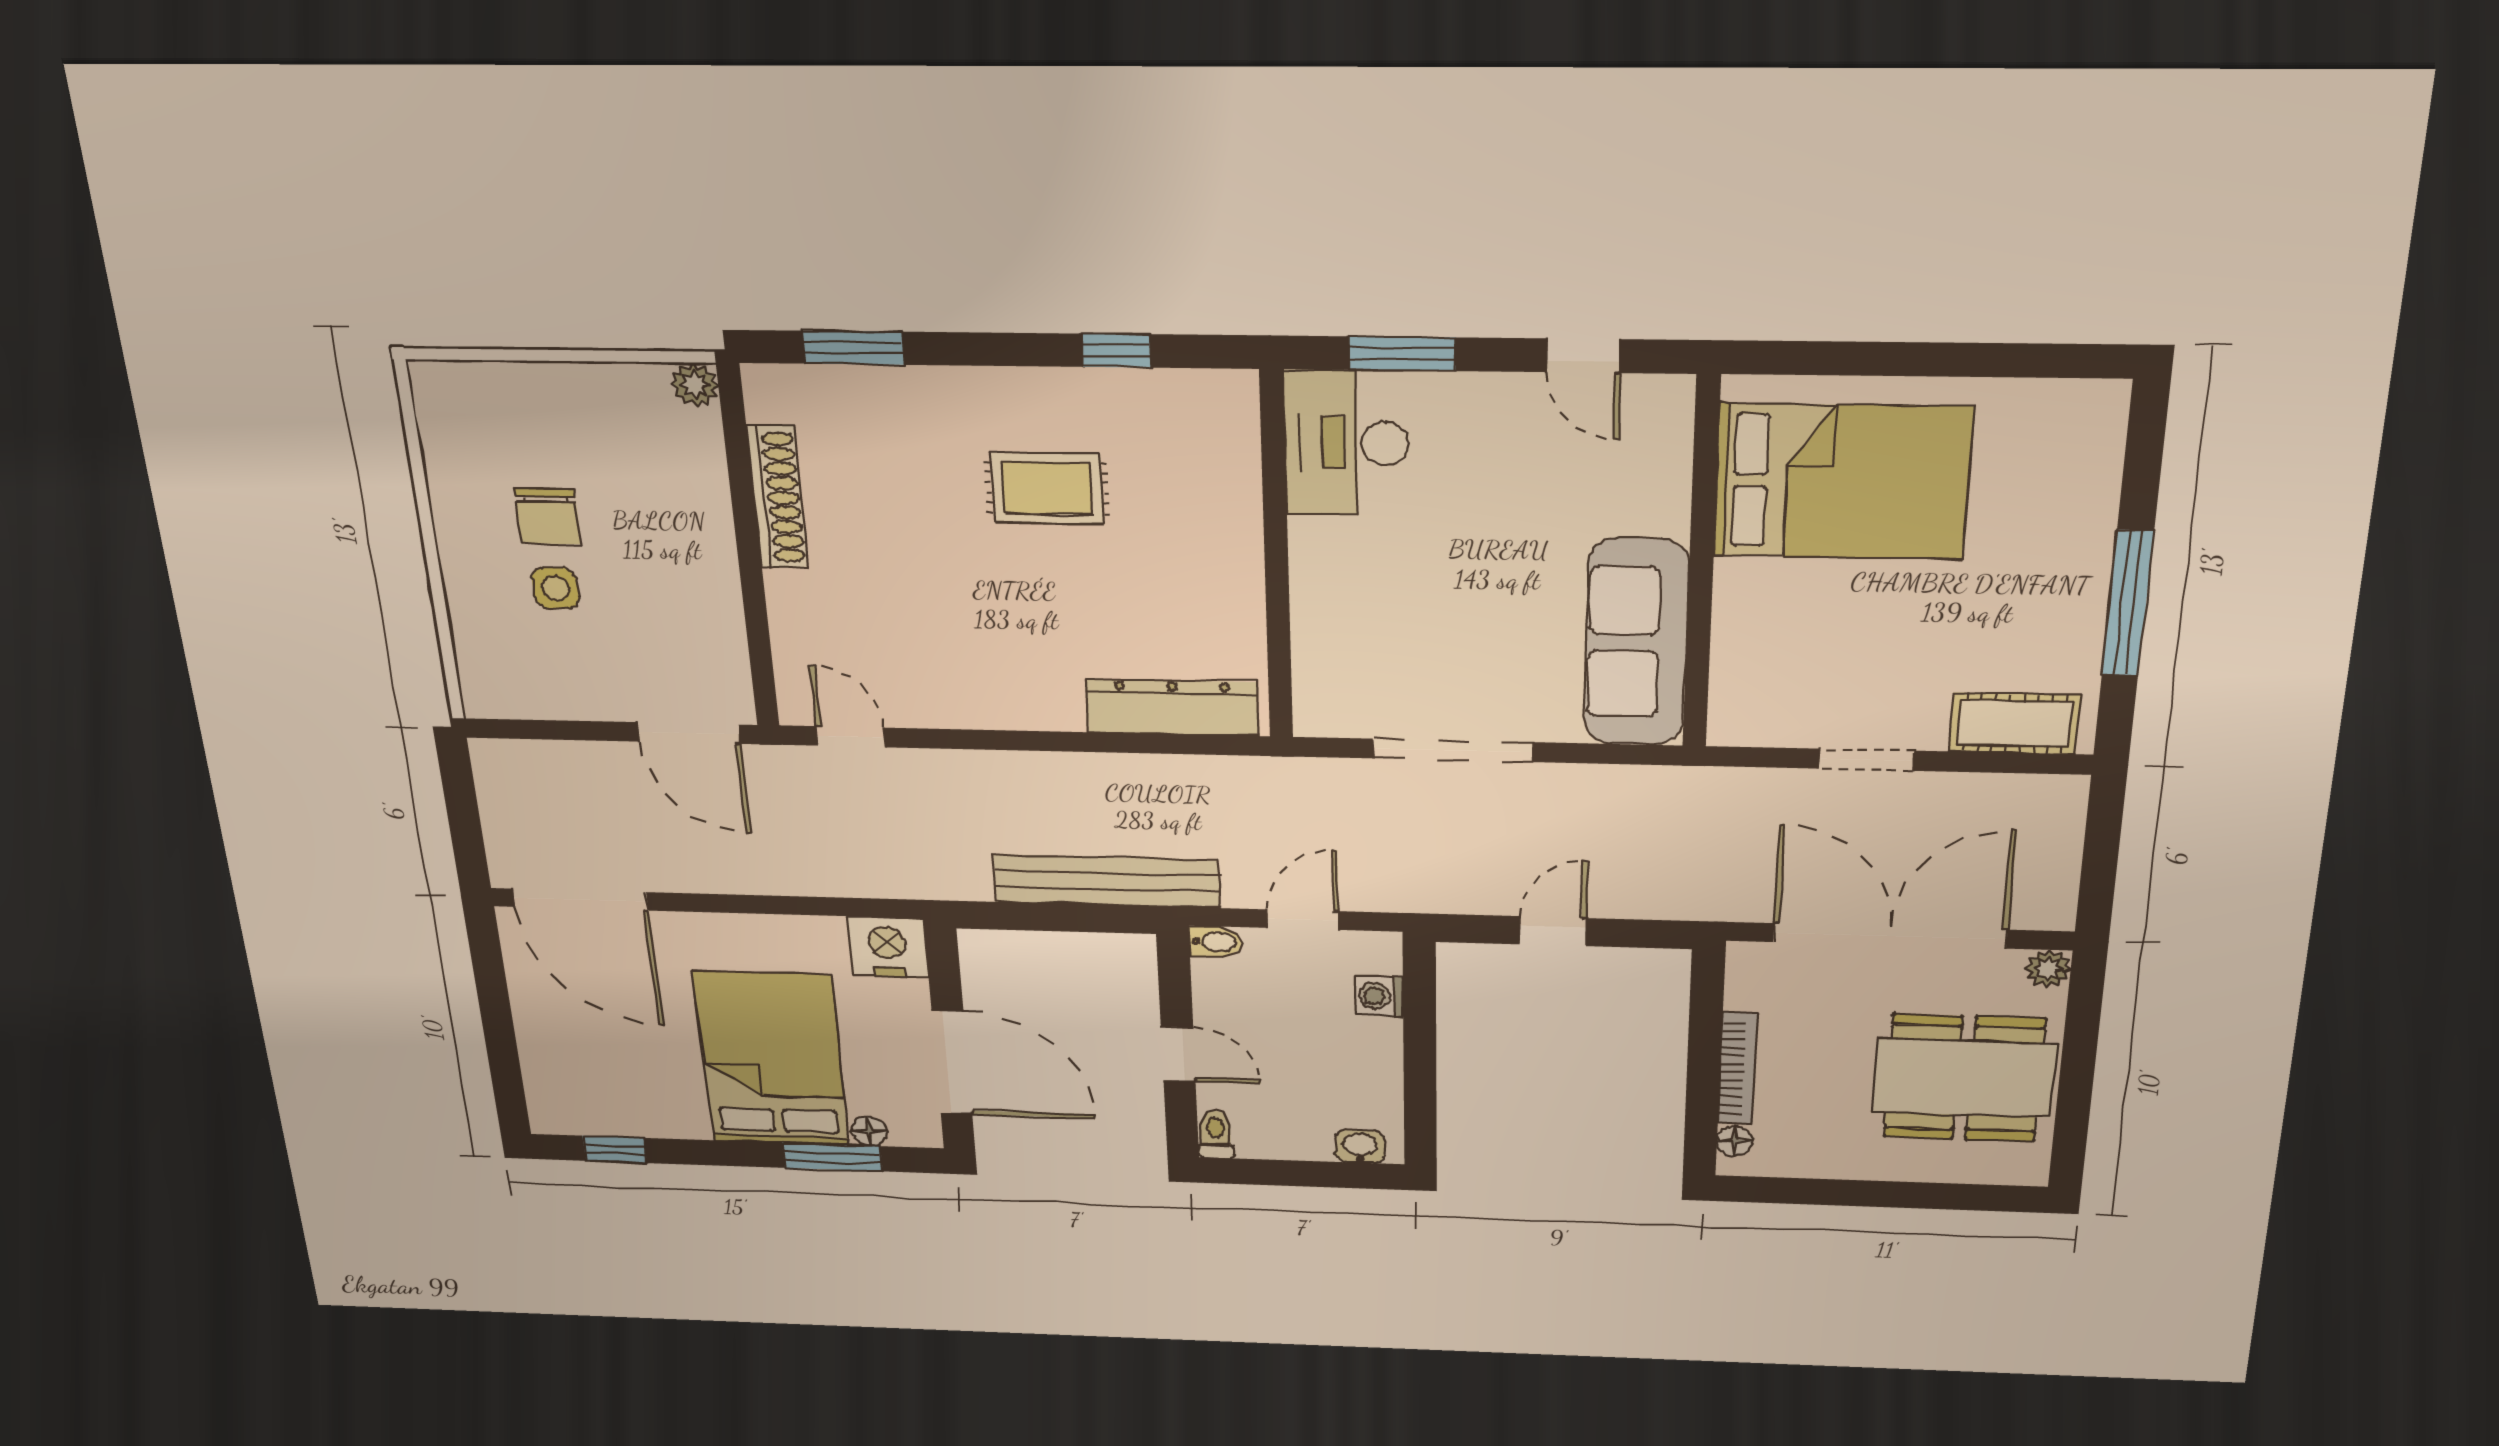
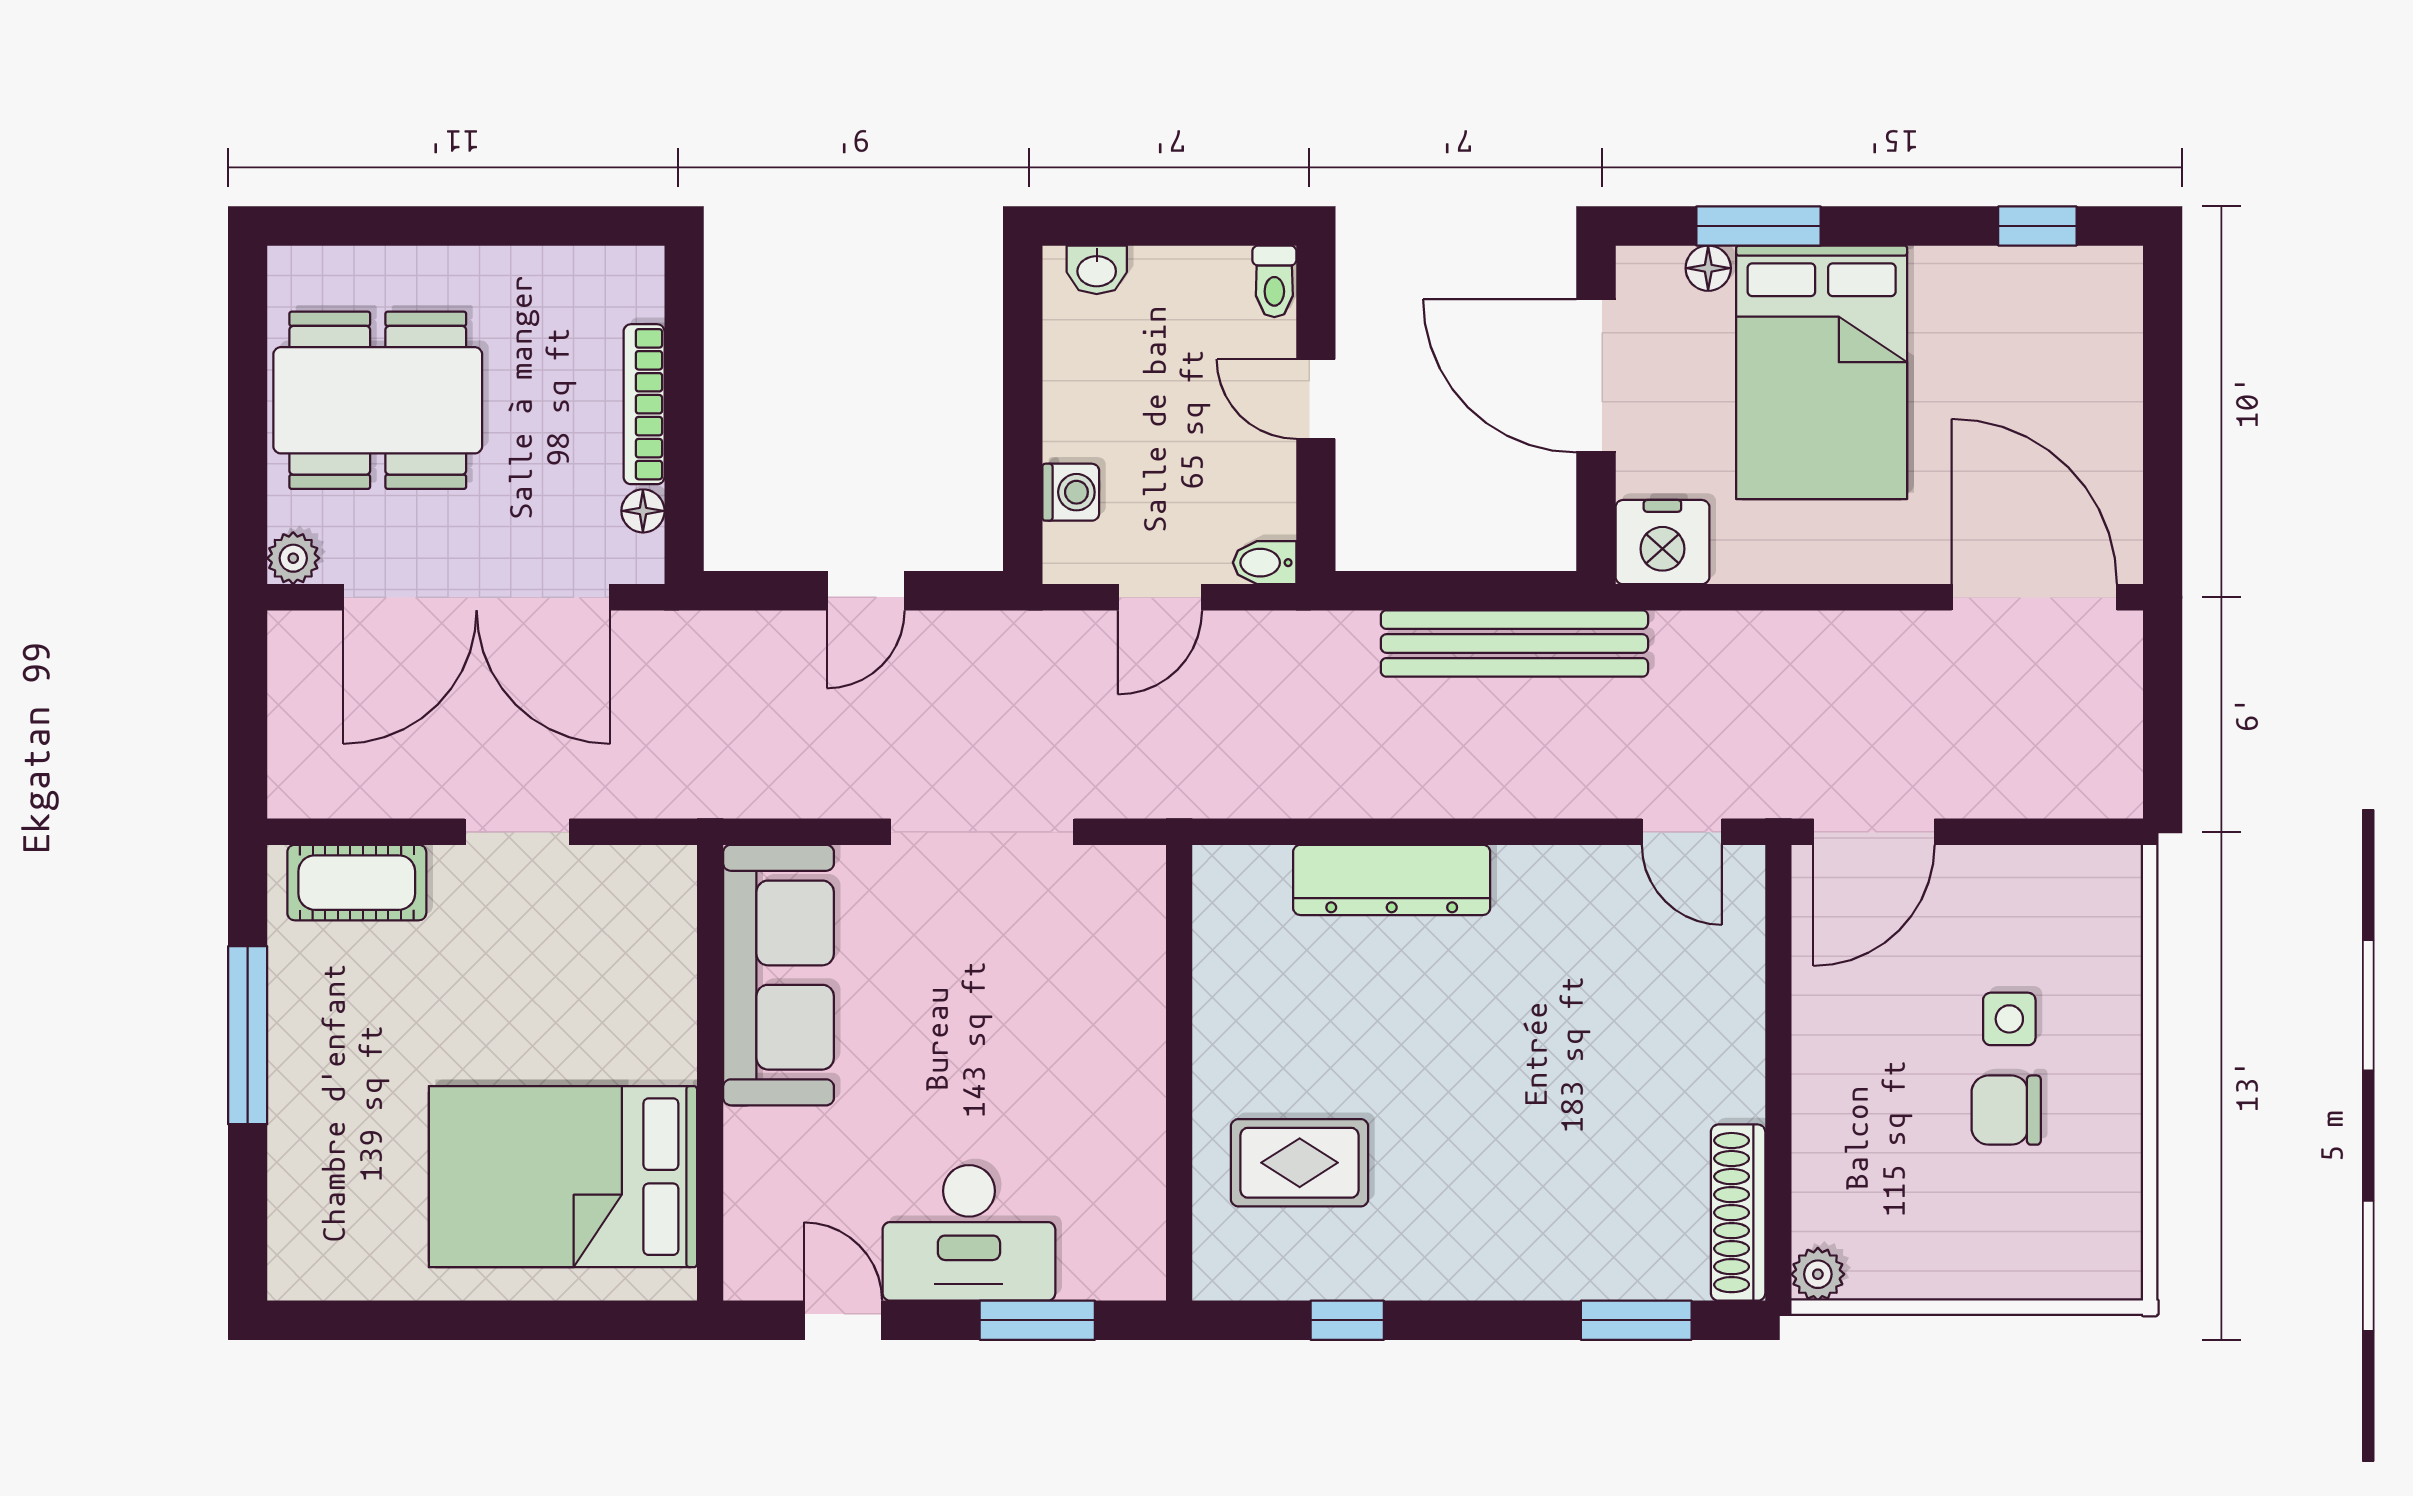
desk: (1347, 443) -> (969, 1233), moved, turned 90
rug: (1047, 488) -> (1300, 1163), moved
shoe rack: (778, 498) -> (1738, 1213), moved
chair: (548, 516) -> (2006, 1110), turned -90
dresser: (1173, 707) -> (1392, 880), moved
door: (689, 733) -> (1874, 832), swing flipped
bench: (1107, 881) -> (1514, 643), moved
floor lamp: (1735, 1141) -> (643, 511), moved

